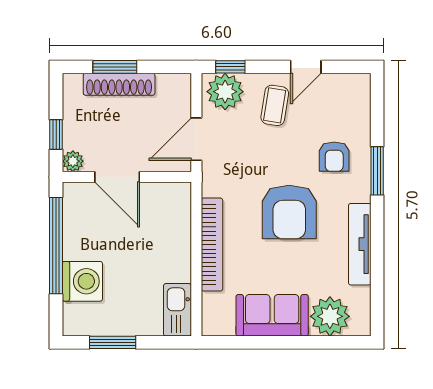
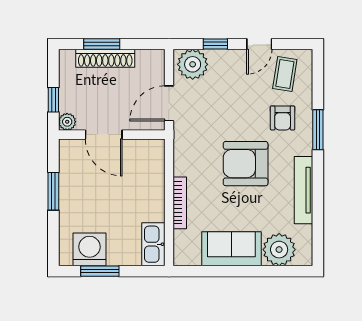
window: (230, 67) -> (215, 44), moved
coffee table: (275, 105) -> (285, 74), moved
armchair: (289, 212) -> (246, 164), turned 90
bookcase: (212, 245) -> (180, 203), width x0.68, depth x0.76
window: (56, 246) -> (53, 191), width x0.47
washing machine: (82, 281) -> (89, 249), moved, turned -90

